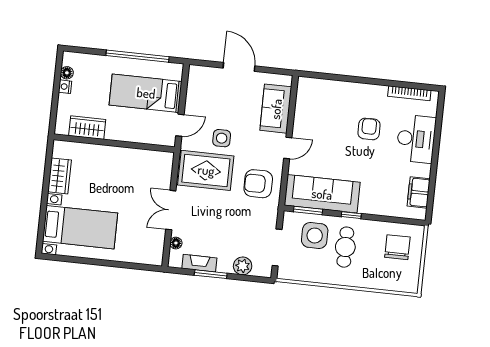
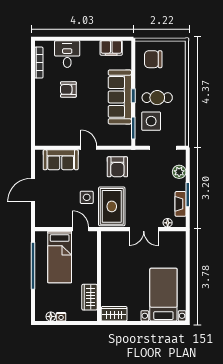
desk: (416, 139) -> (67, 54), width x0.73
wardrobe: (60, 176) -> (114, 314), moved
sofa: (322, 194) -> (120, 97), moved

